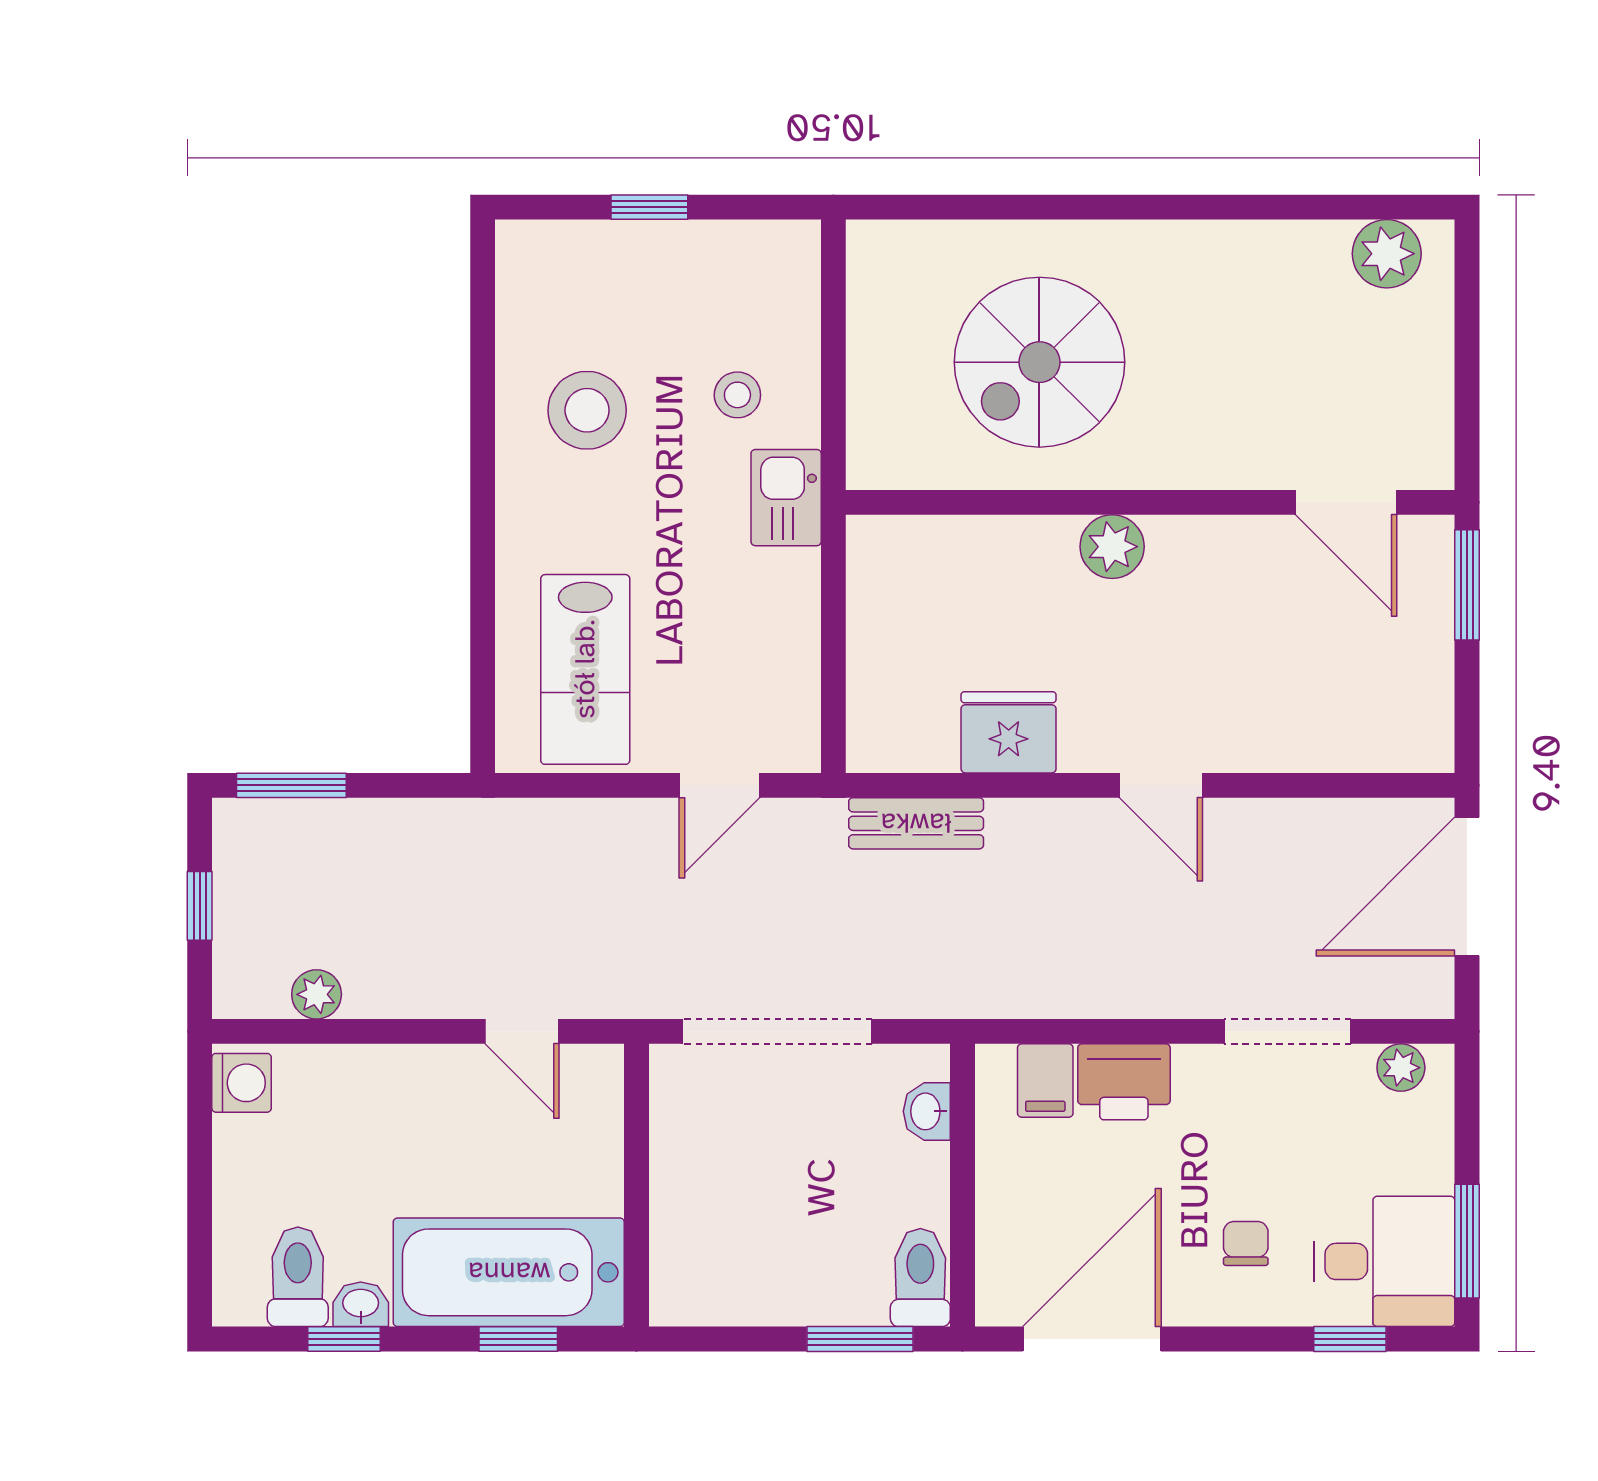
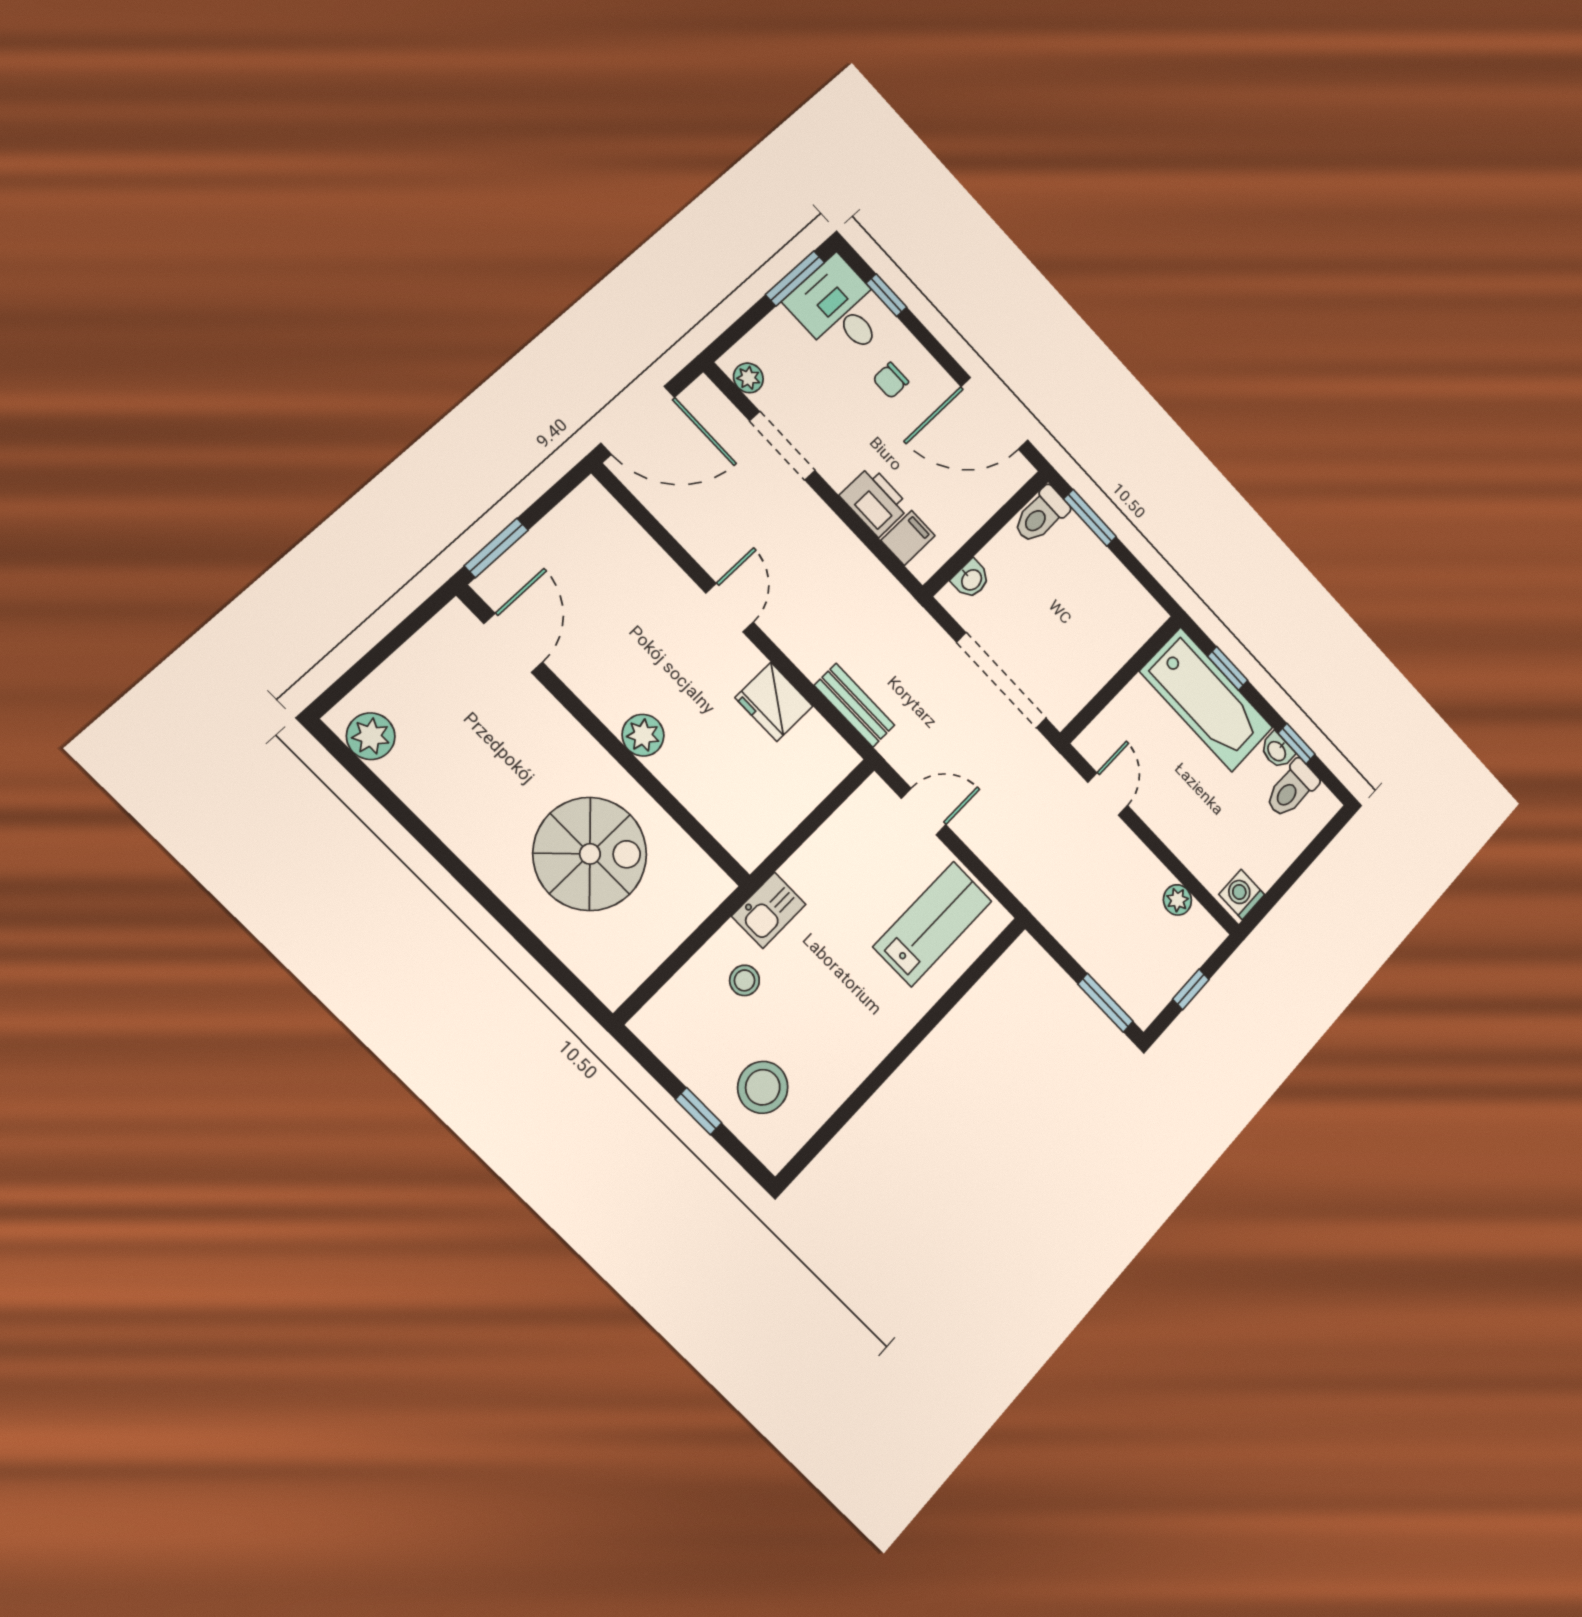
stool: (587, 410) -> (763, 1087), moved

